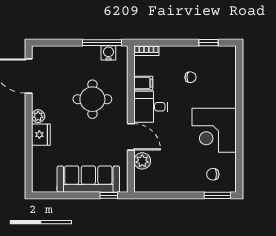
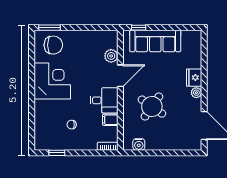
window: (102, 43) -> (144, 153), removed
round table: (92, 99) -> (152, 107), turned 35
door: (131, 137) -> (120, 76), swing flipped
chair: (213, 174) -> (53, 45), width x1.87, depth x1.87

